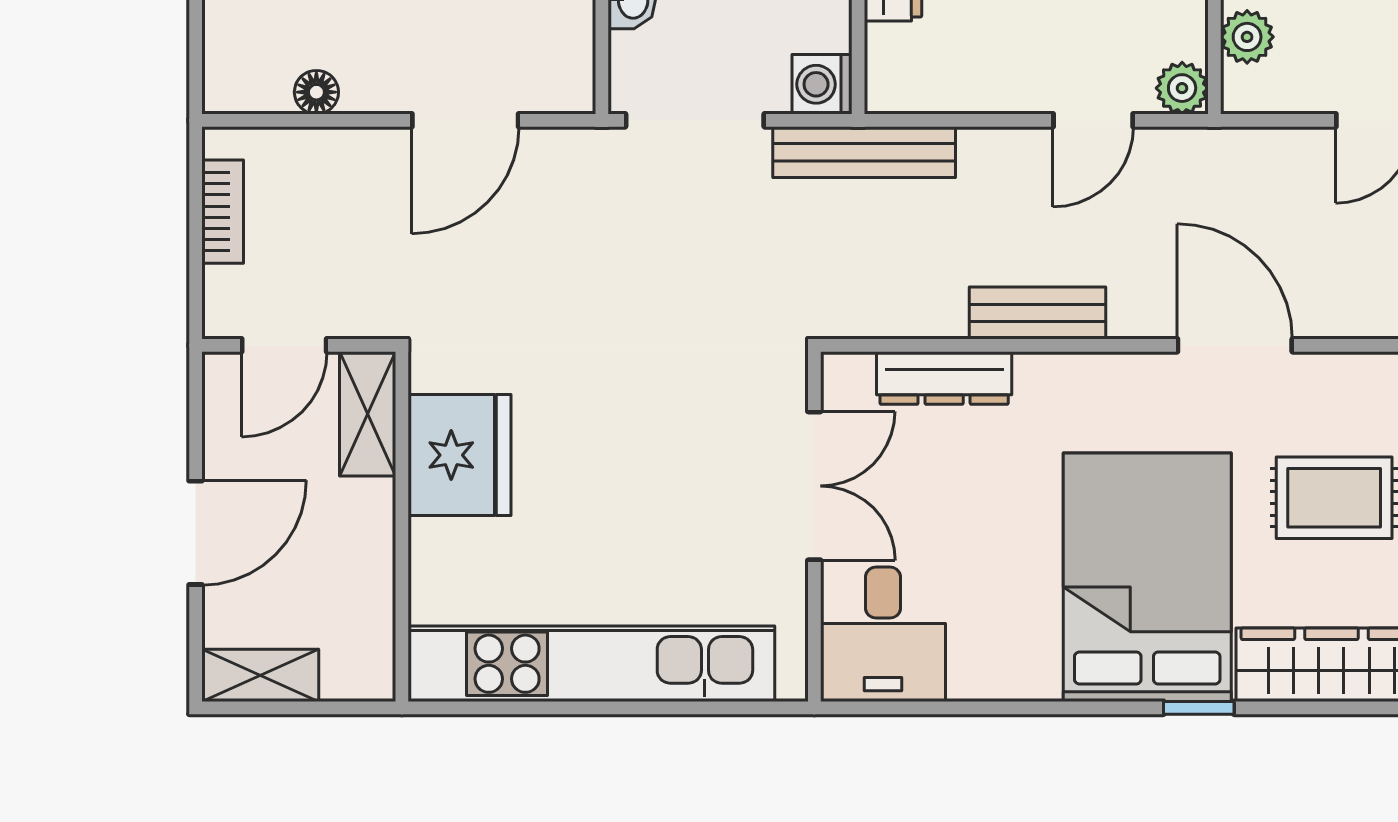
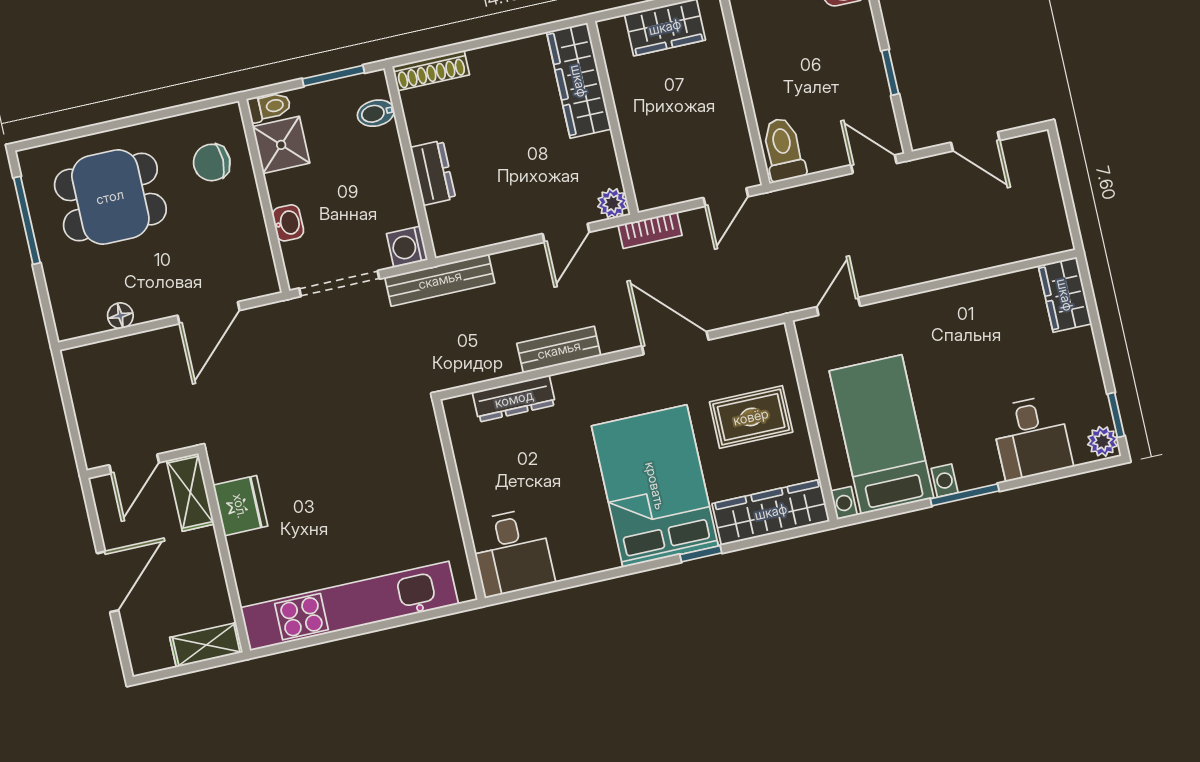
plant: (1247, 37) -> (643, 166), removed
bookcase: (223, 212) -> (650, 230), moved, turned 90
fridge: (459, 455) -> (240, 506), width x0.73, depth x0.75
double door: (814, 486) -> (454, 476), removed
shelving: (260, 675) -> (206, 645), moved

